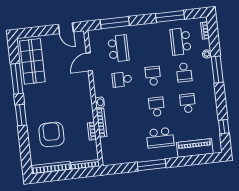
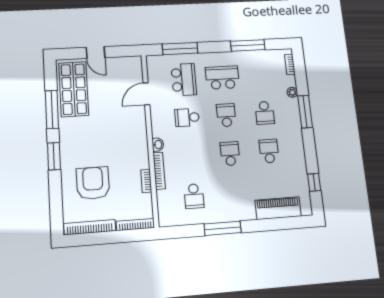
door: (66, 28) -> (95, 53), moved
school desk: (181, 41) -> (222, 78), moved, turned 90
school desk: (160, 138) -> (194, 196), moved, width x0.54

